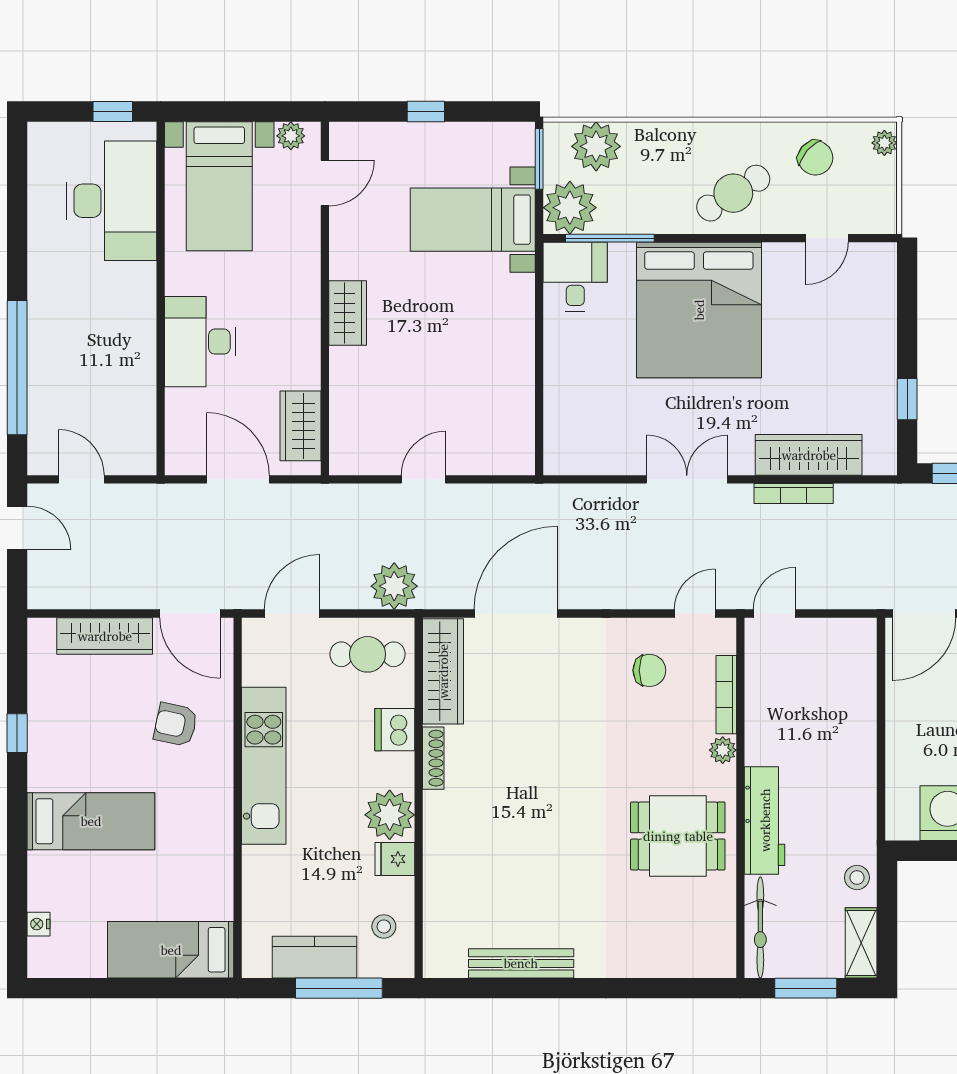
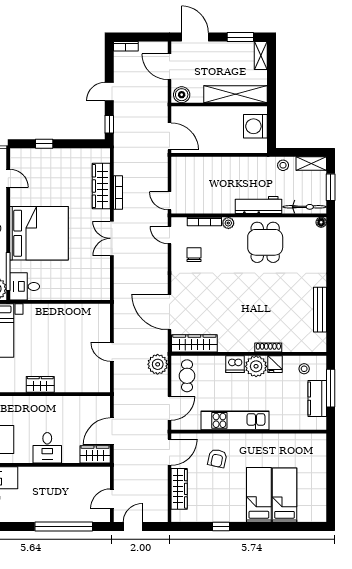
desk: (200, 342) -> (47, 448), width x0.73
window: (907, 399) -> (44, 144), moved
wardrobe: (300, 426) -> (95, 454), moved, turned 180
door: (292, 614) -> (169, 408), swing flipped
dishwasher: (395, 730) -> (235, 364), moved
shoe rack: (433, 758) -> (268, 348), moved
nightstand: (39, 924) -> (303, 517), removed
bed: (171, 950) -> (285, 495), moved, turned 180
floor lamp: (724, 966) -> (321, 222), added

